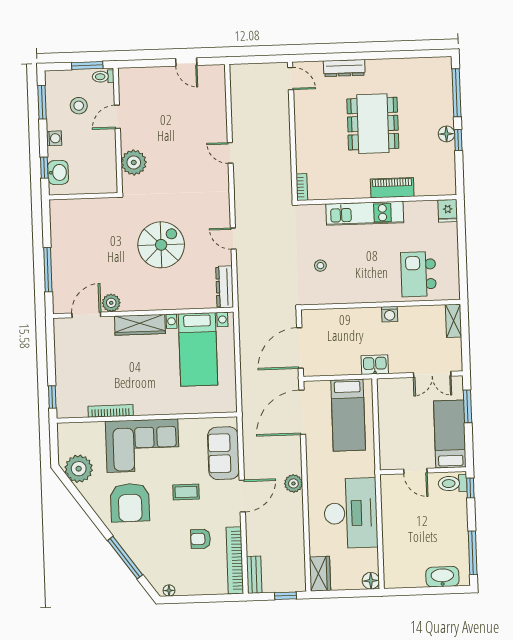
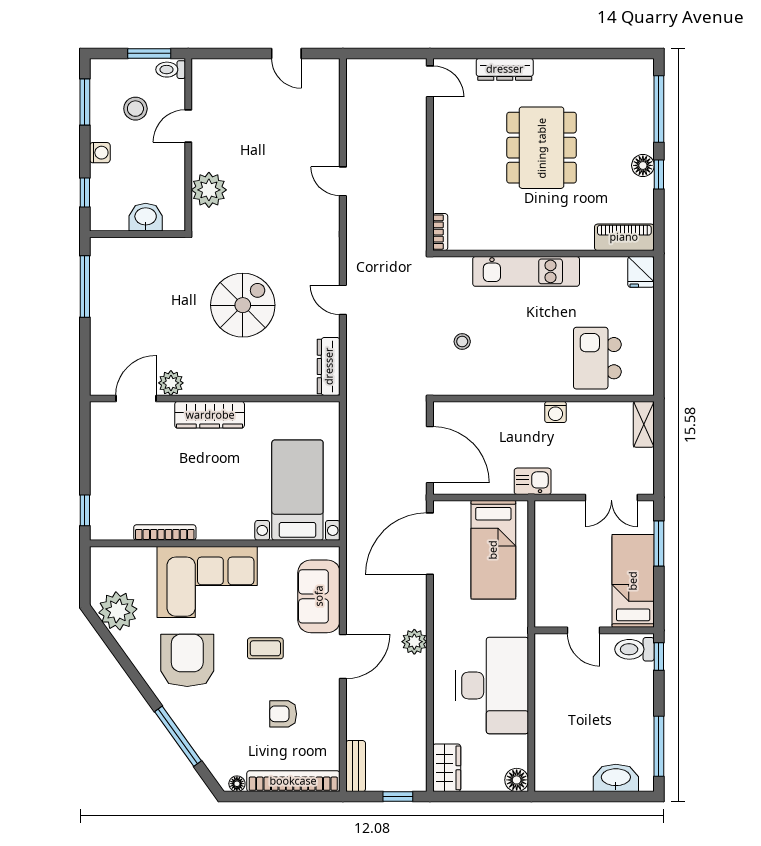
washbasin: (58, 172) -> (146, 217), moved, turned -90
piano: (392, 188) -> (624, 237), moved
window: (48, 270) -> (85, 287), moved
door: (300, 348) -> (430, 455), swing flipped
bed with nightstands: (198, 349) -> (297, 490), moved, turned 180
armchair: (130, 503) -> (187, 660), turned 180
bookcase: (235, 560) -> (293, 781), moved, turned 90

